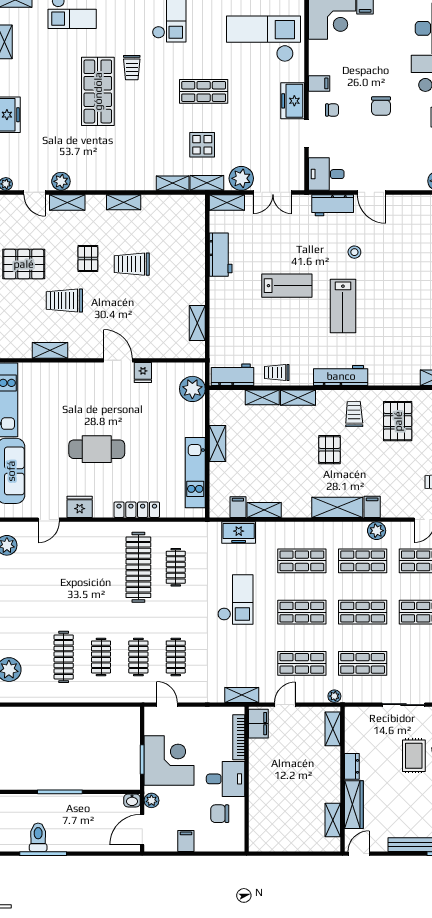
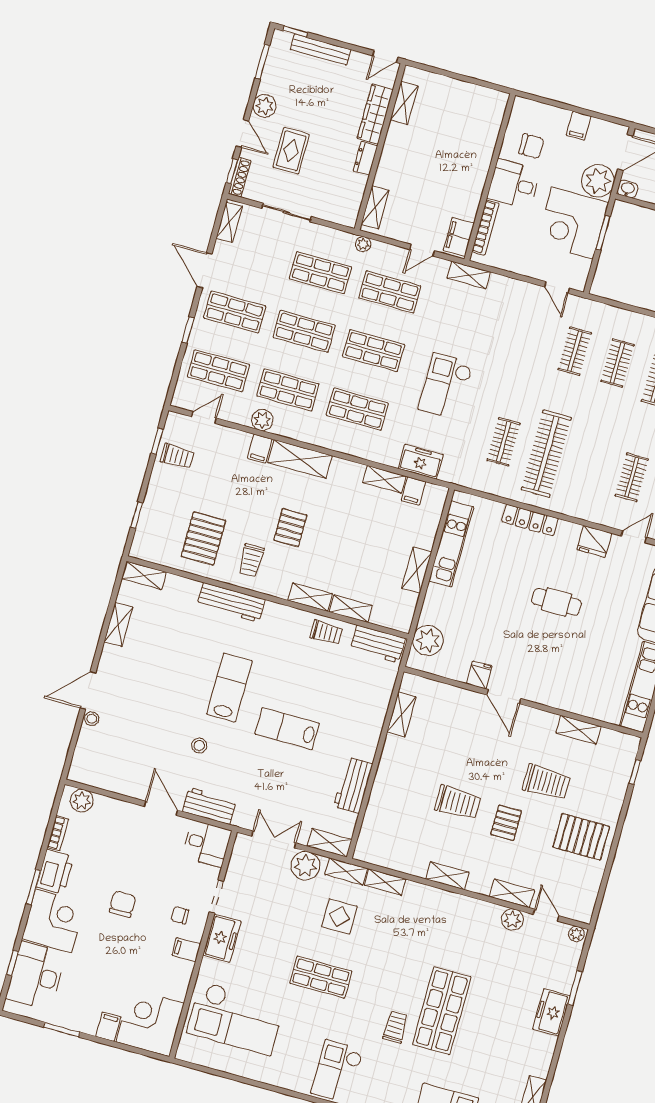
workbench: (341, 376) -> (231, 602), moved
cafe table: (97, 449) -> (556, 602), width x0.73, depth x0.74
clothes rail: (176, 657) -> (632, 477), moved
plant: (151, 800) -> (598, 181), width x1.88, depth x1.88

